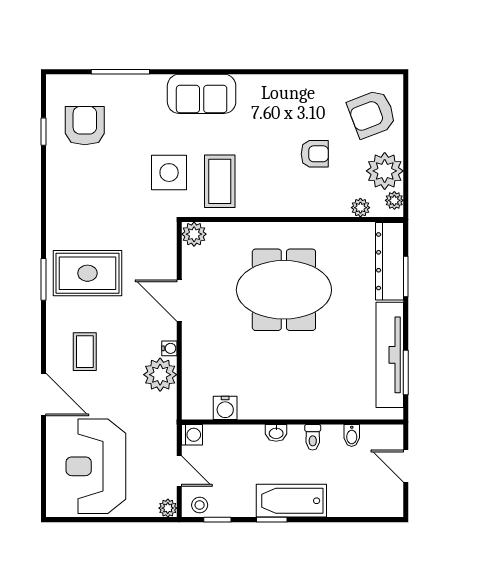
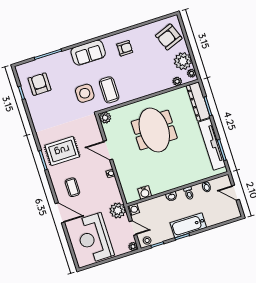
armchair: (315, 154) -> (125, 48), moved
meeting table: (284, 290) -> (154, 130), turned 90
plant: (160, 375) -> (118, 210), moved

